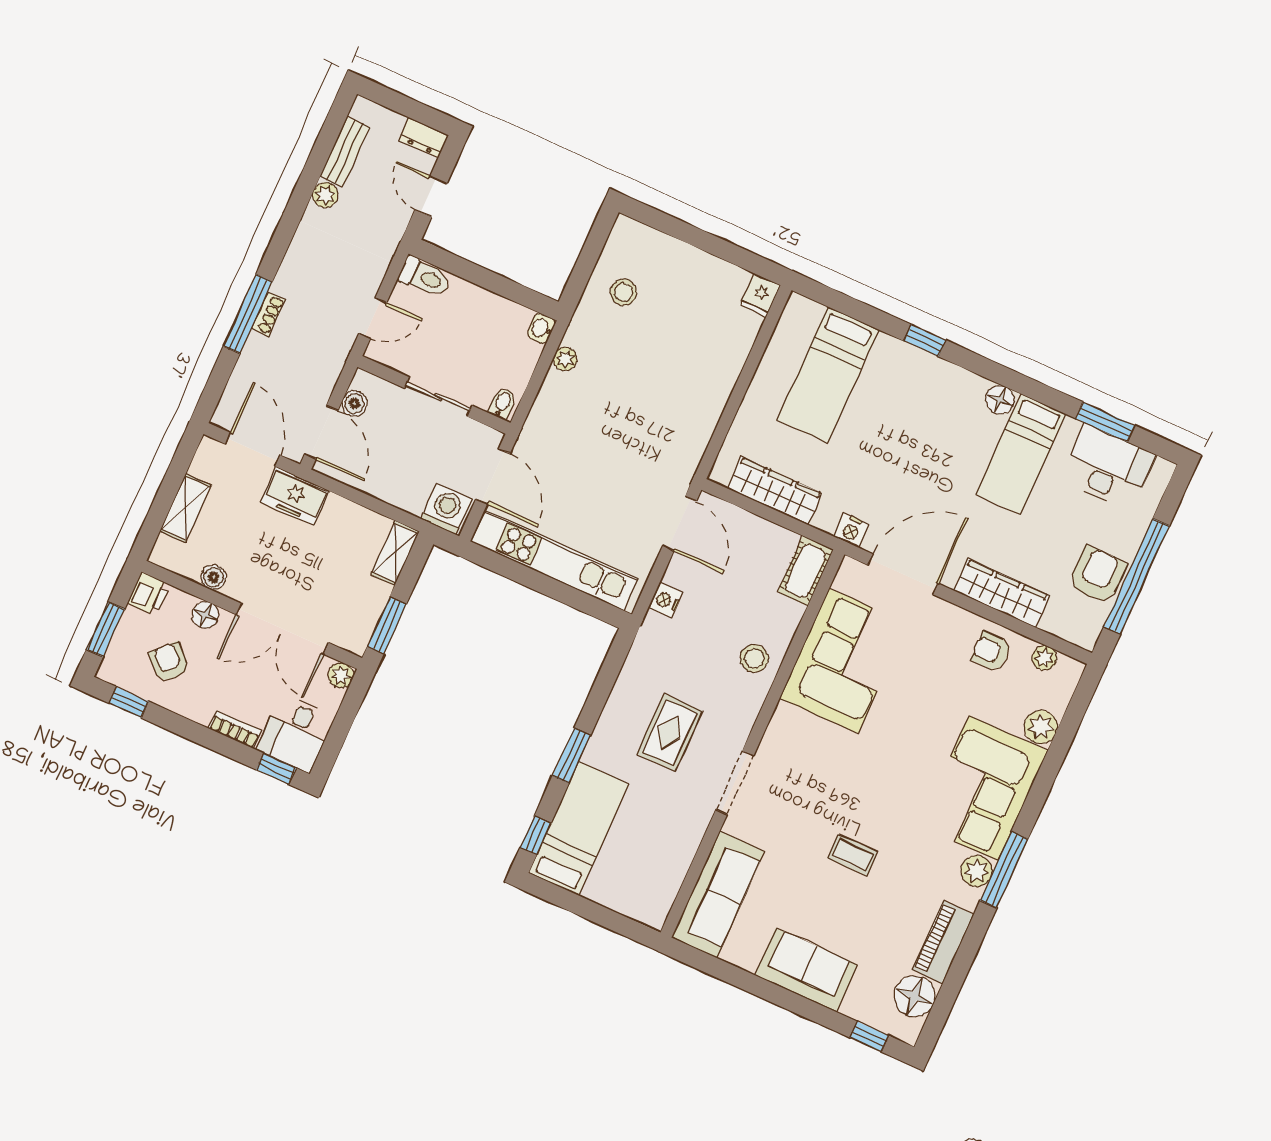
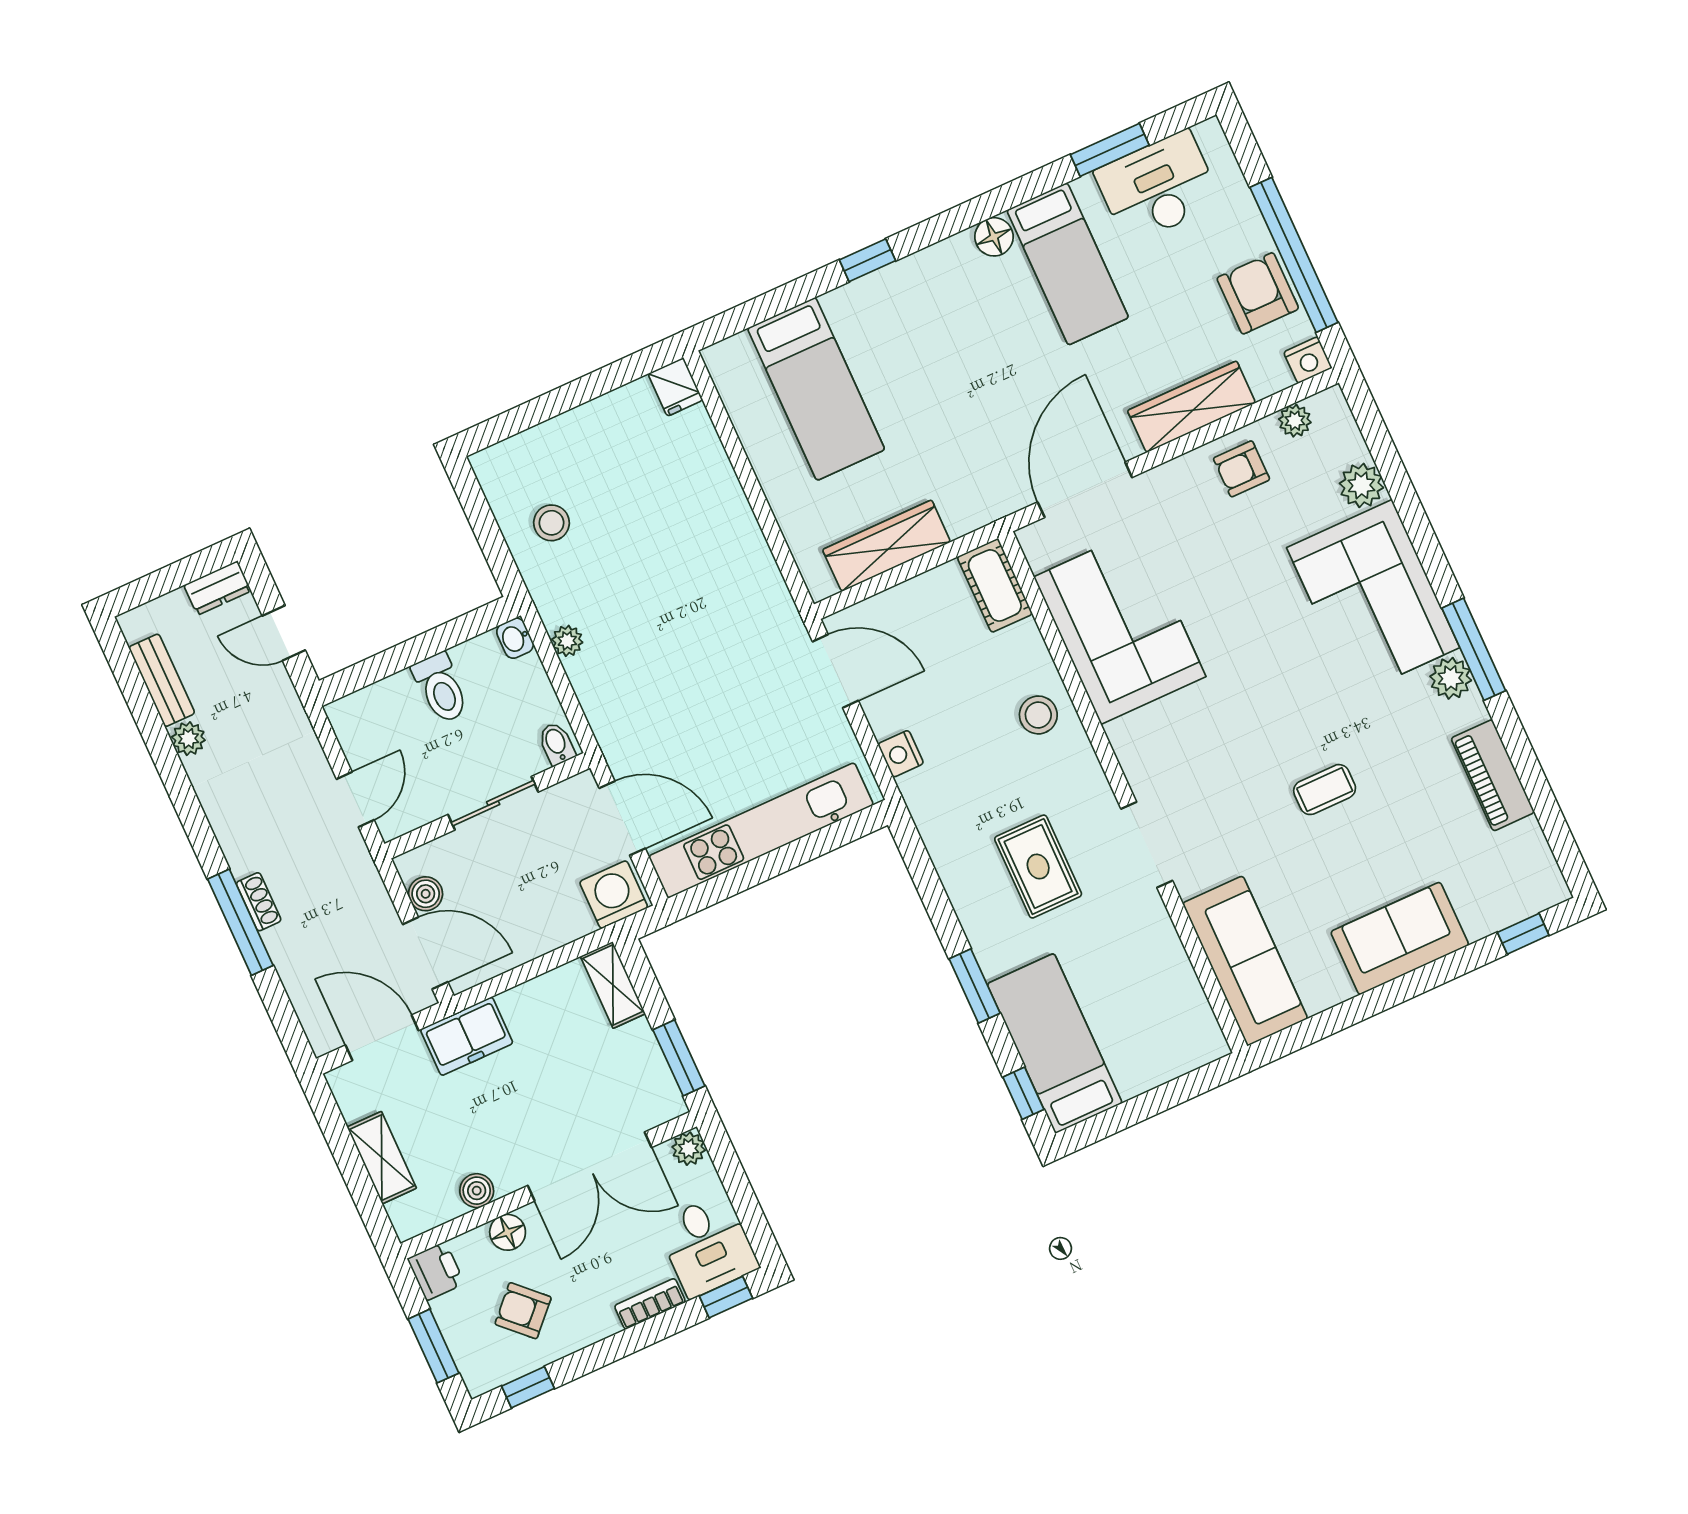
toilet: (425, 277) -> (441, 688), moved, turned 90
nightstand: (851, 530) -> (1308, 360), moved
floor lamp: (915, 996) -> (1523, 852), removed

